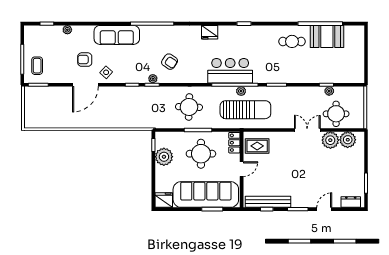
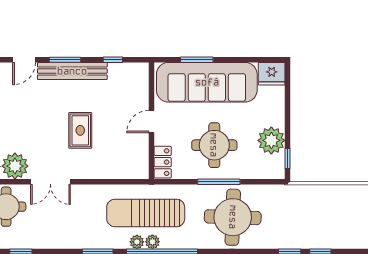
plant: (329, 91) -> (137, 242), moved
round table: (189, 107) -> (233, 217), width x1.36, depth x1.36
rug: (257, 146) -> (80, 130), moved, turned 90
bench: (268, 202) -> (72, 71), moved

